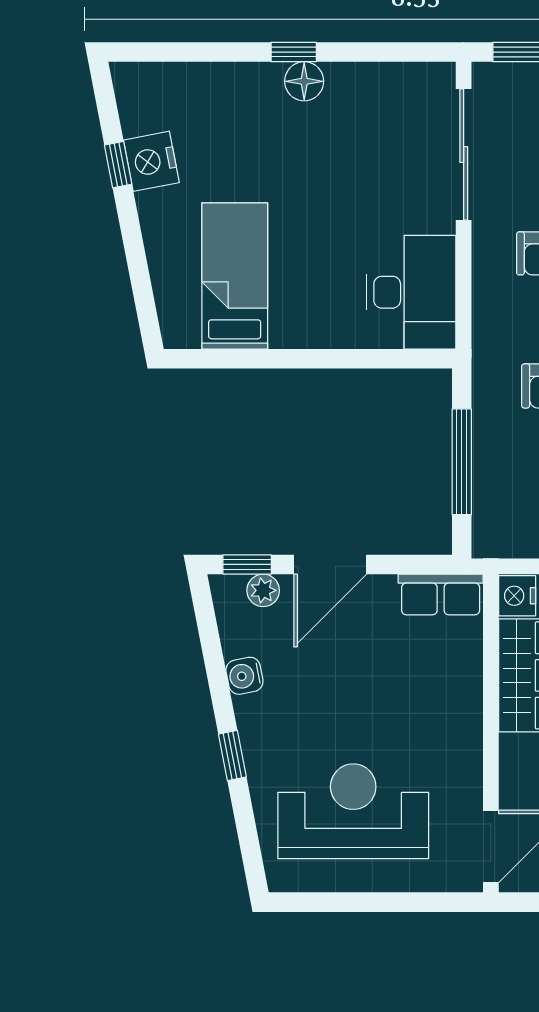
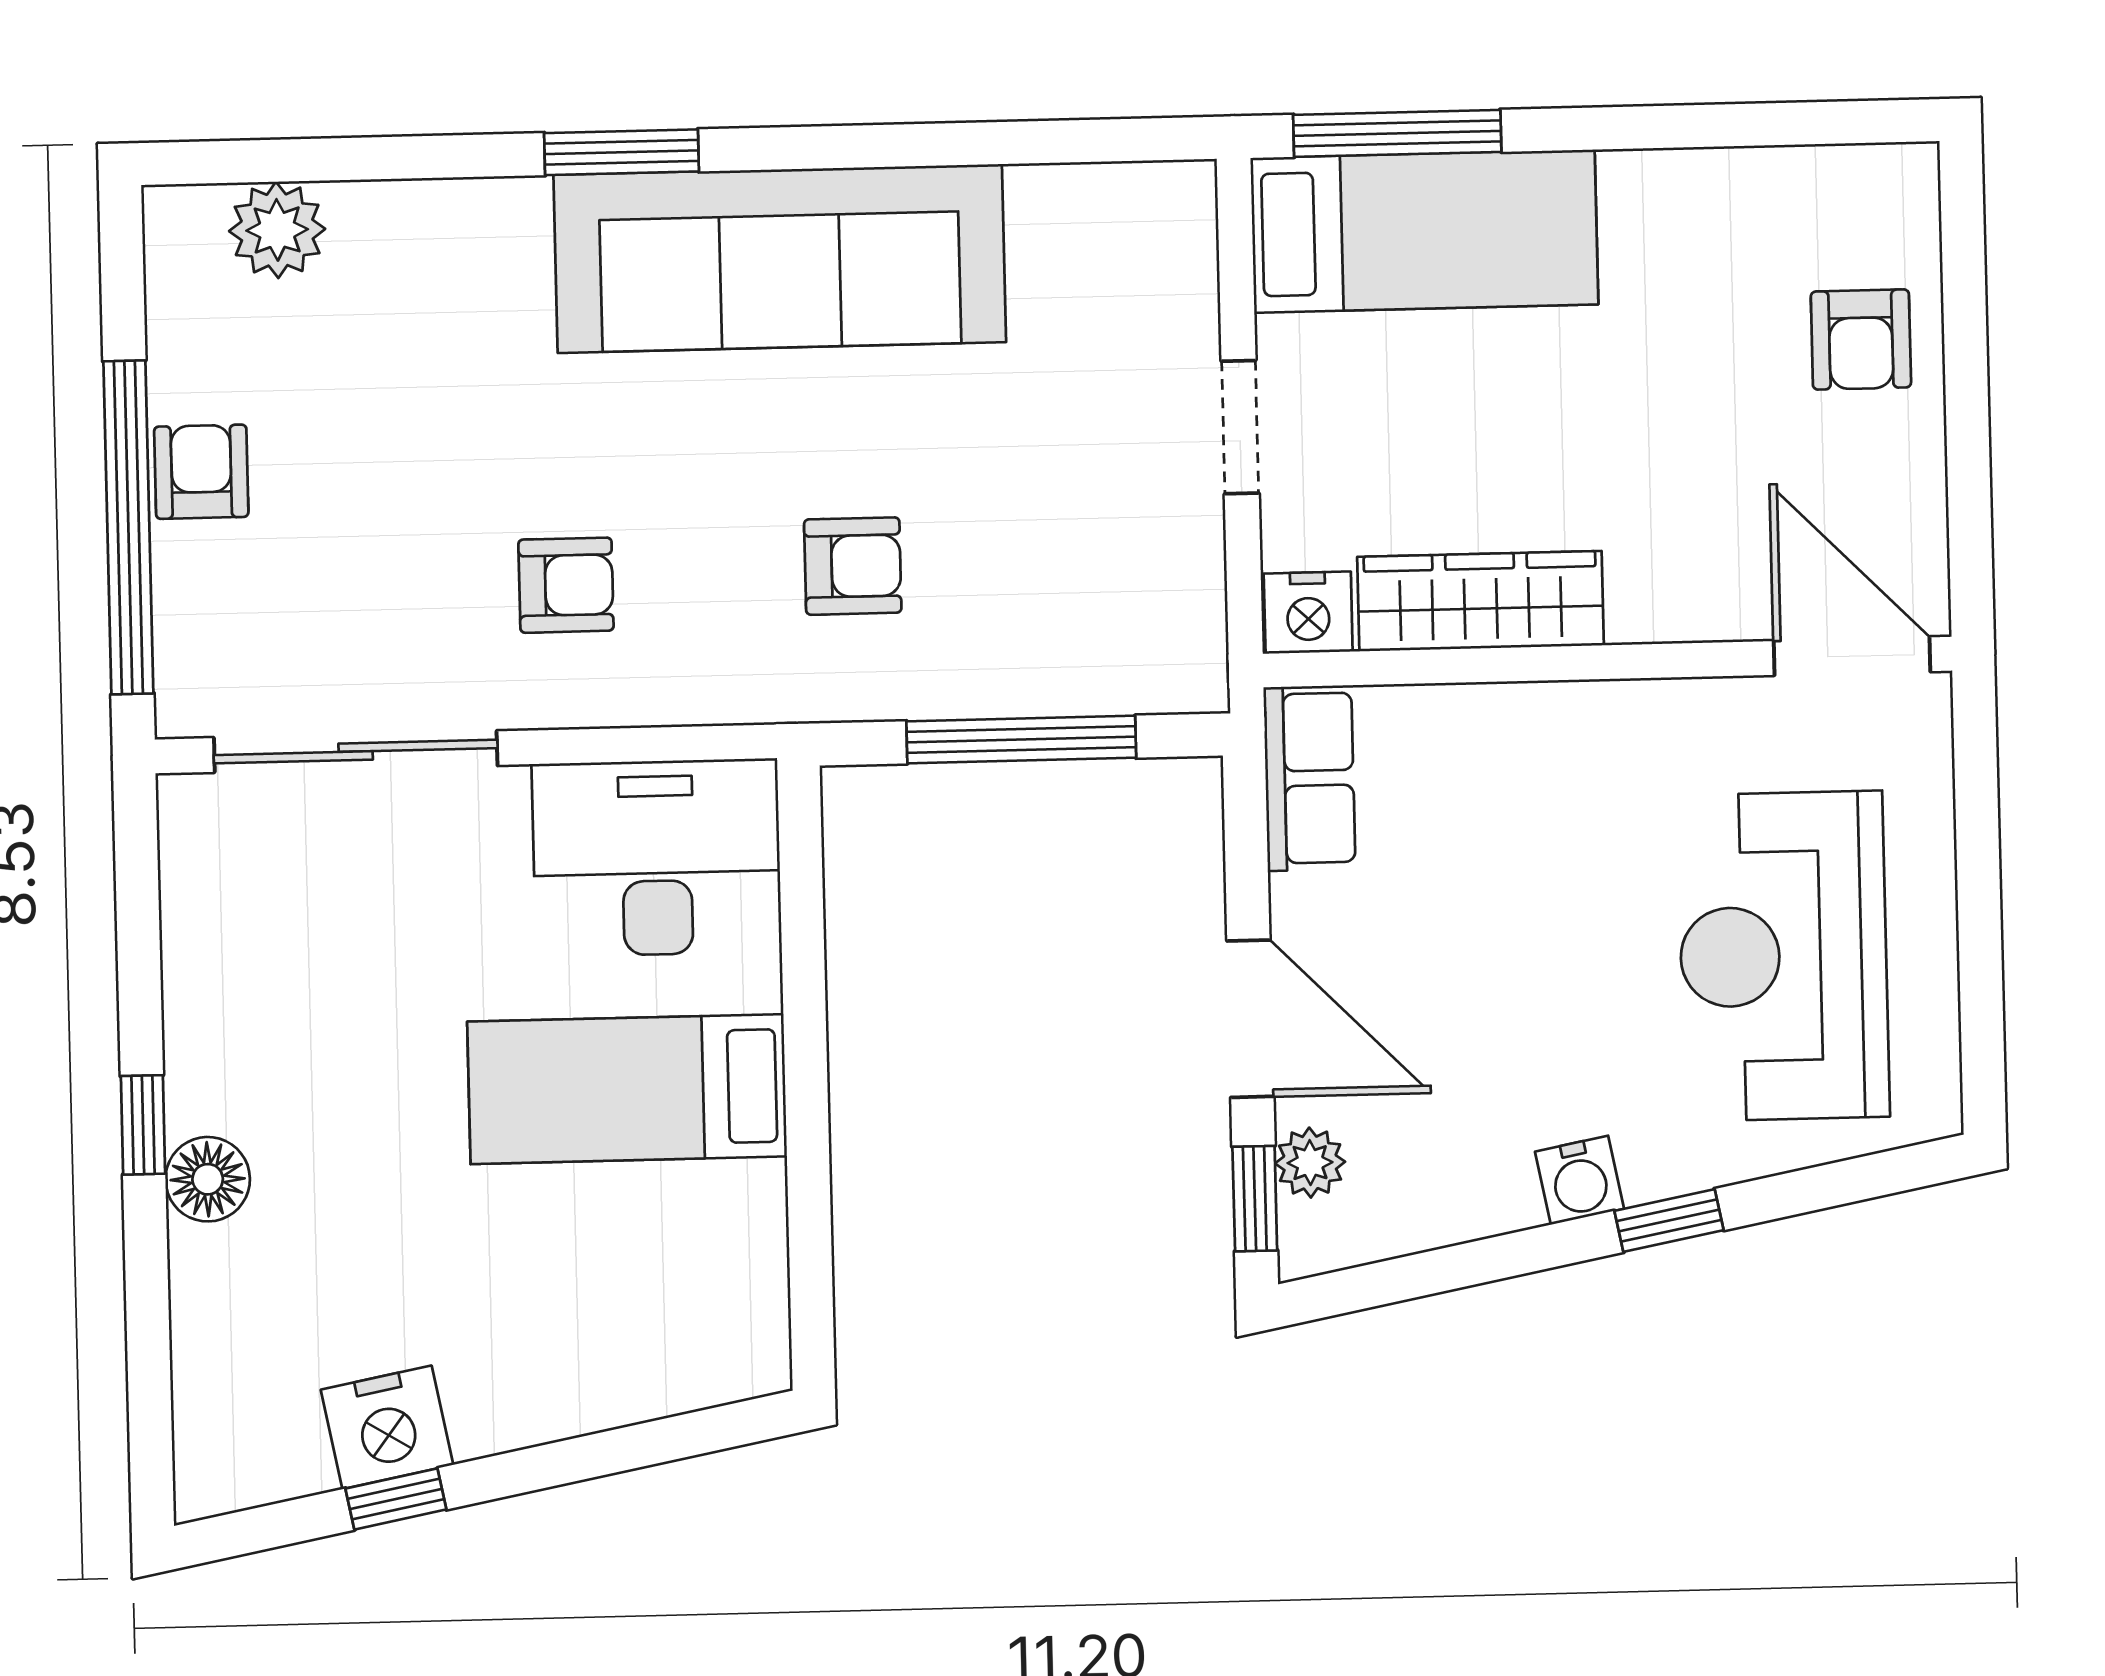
floor lamp: (304, 81) -> (208, 1179), moved
bed: (235, 276) -> (627, 1089), moved
water cooler: (244, 676) -> (1580, 1180), moved

